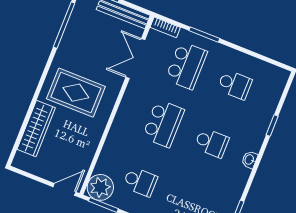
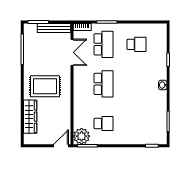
double door: (135, 59) -> (72, 52), swing flipped
school desk: (212, 143) -> (136, 84), removed

